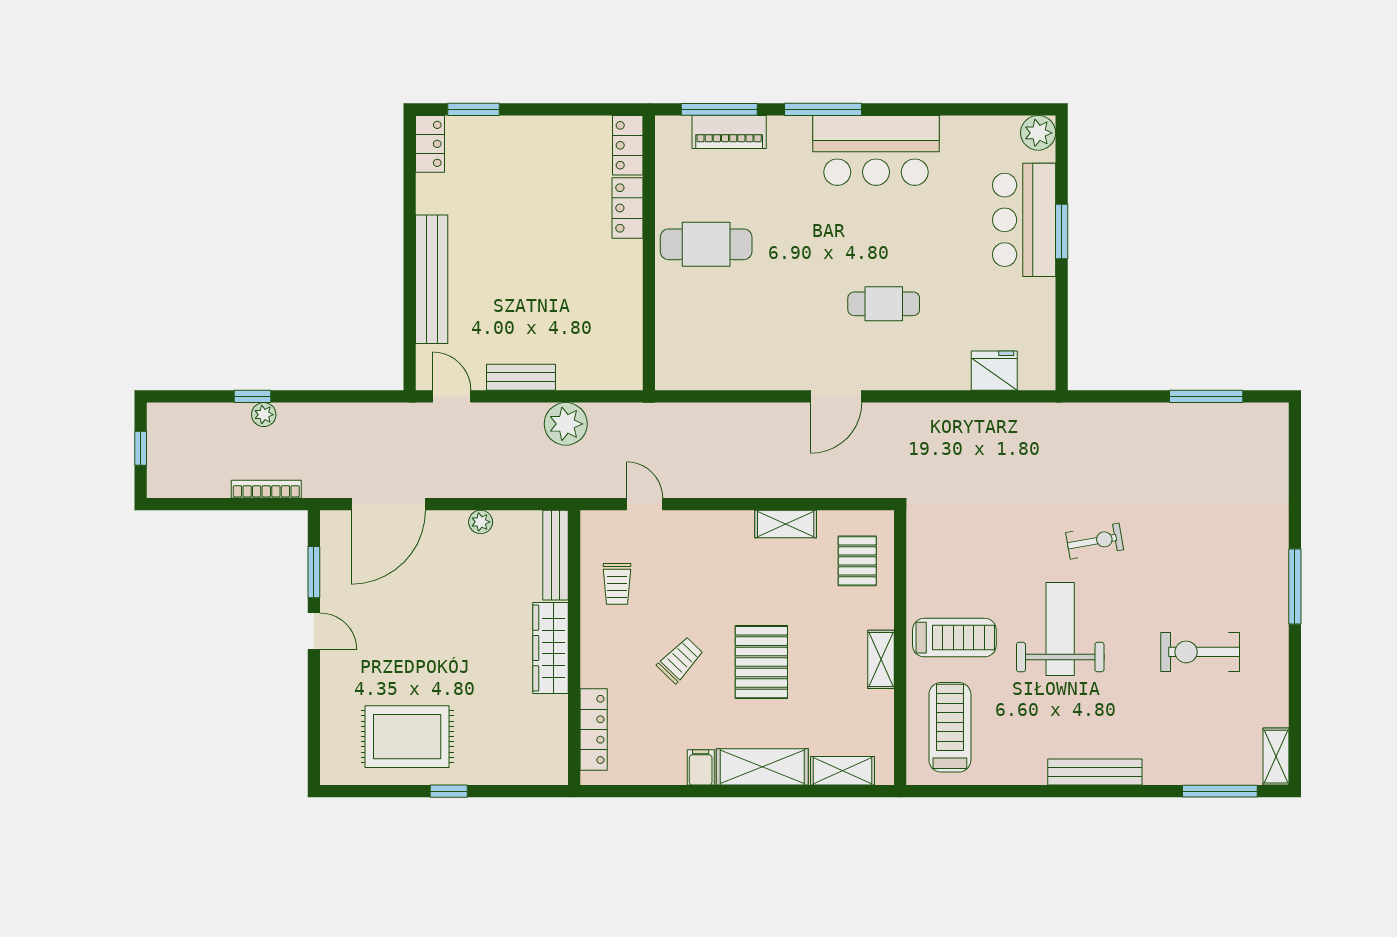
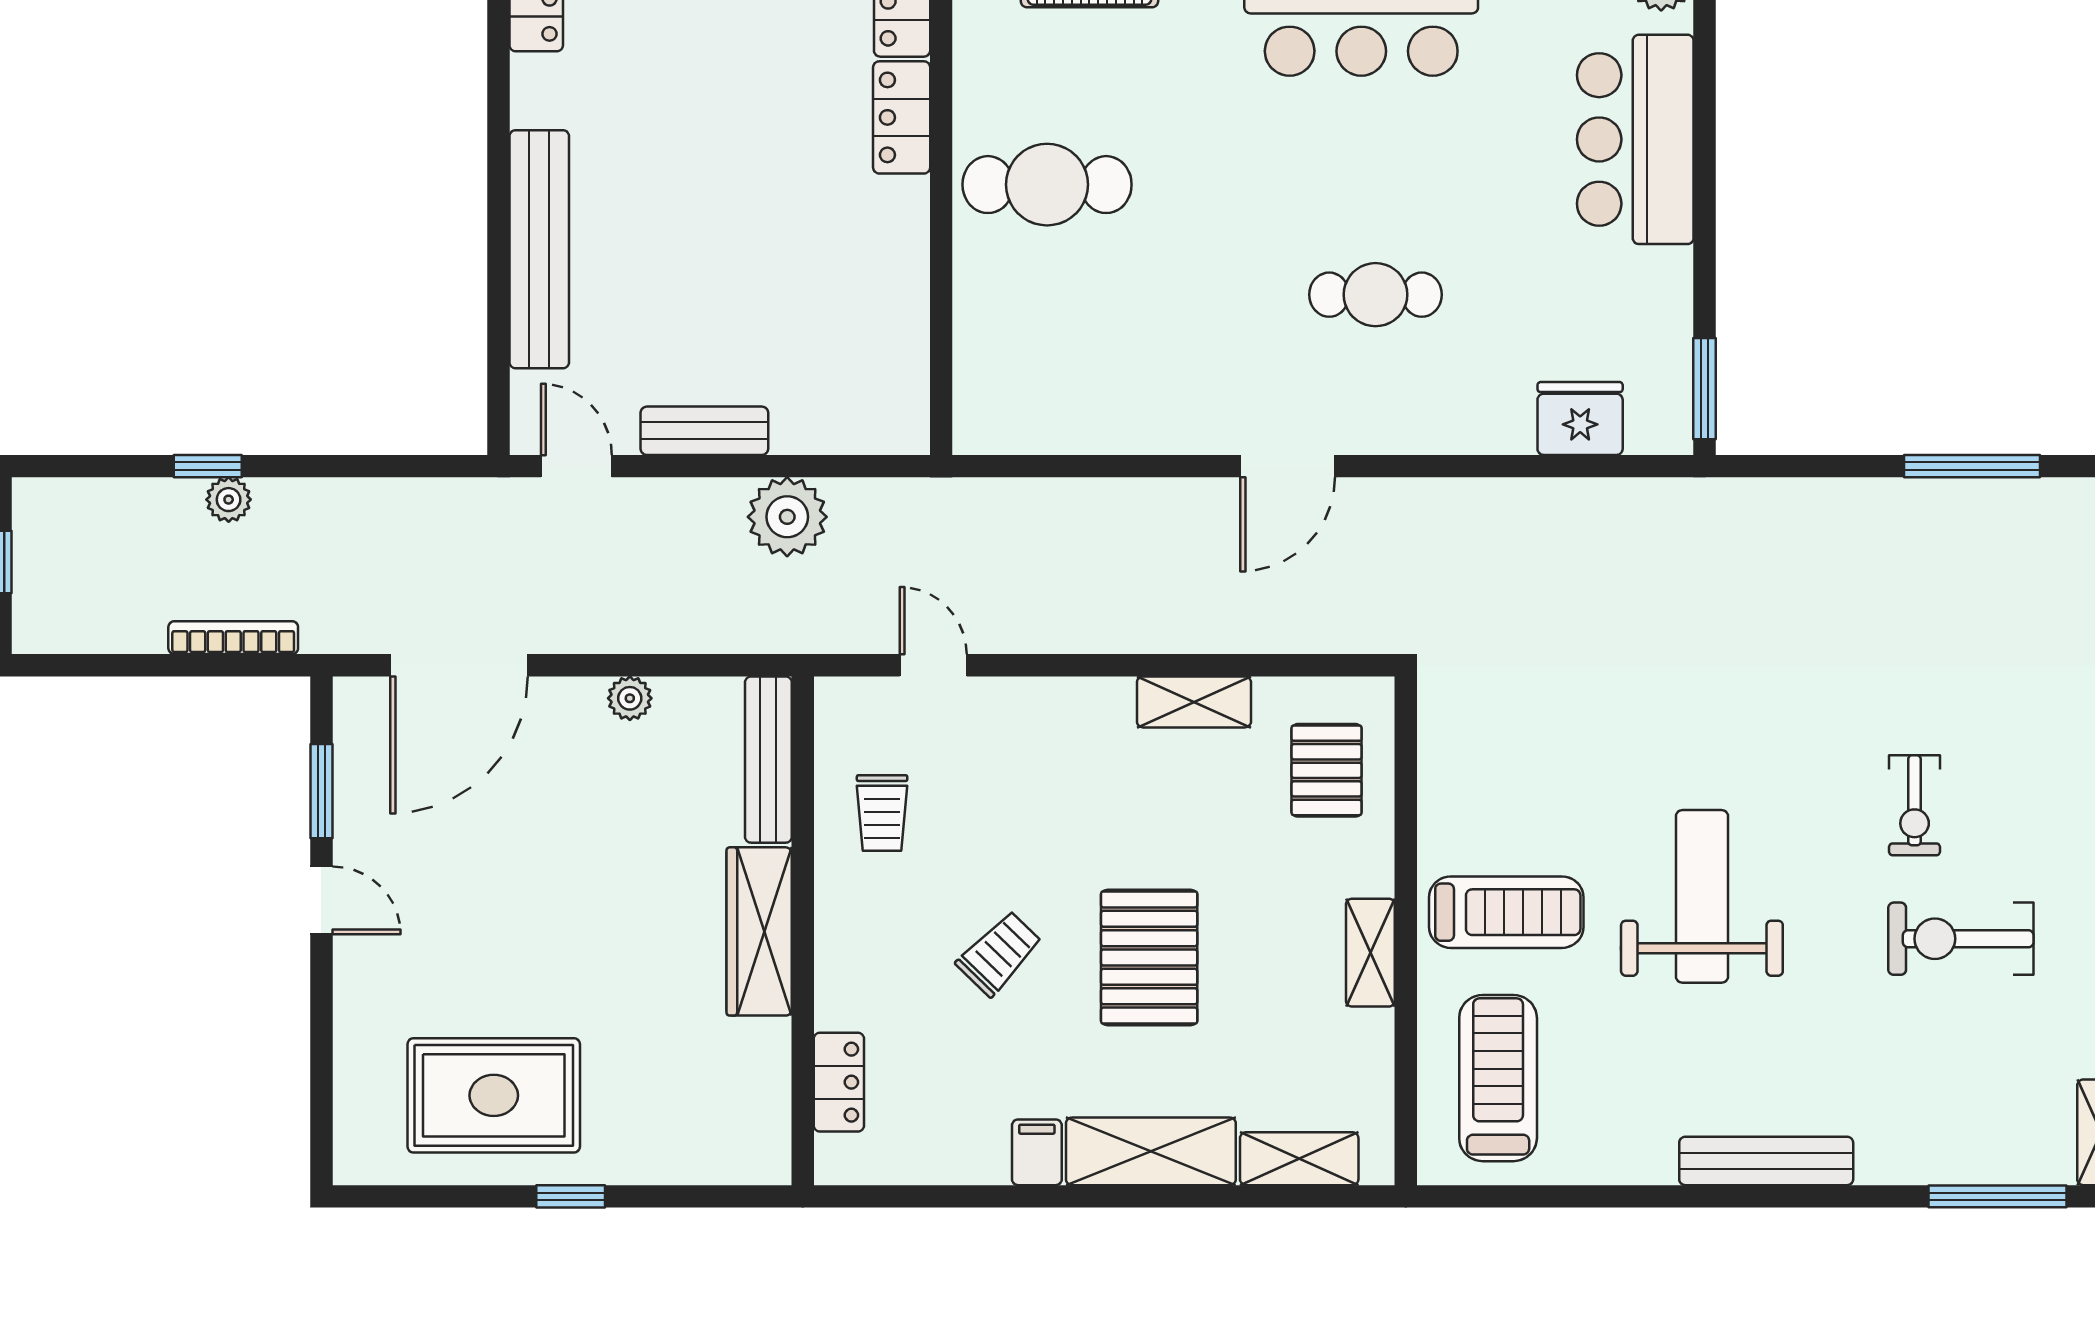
window: (1062, 231) -> (1705, 389), moved
exercise bike: (1095, 541) -> (1915, 805), moved, turned 100
locker: (594, 729) -> (839, 1082), width x0.66

